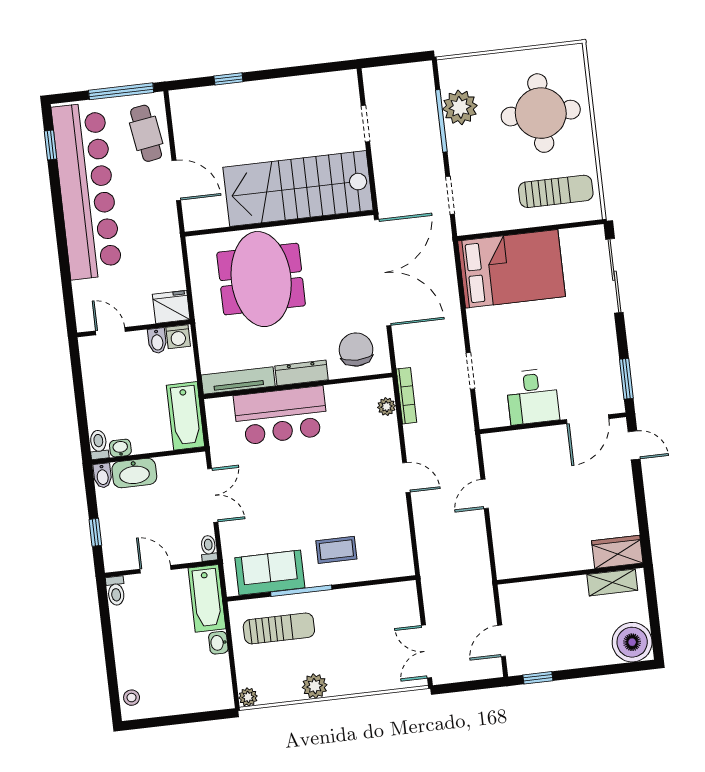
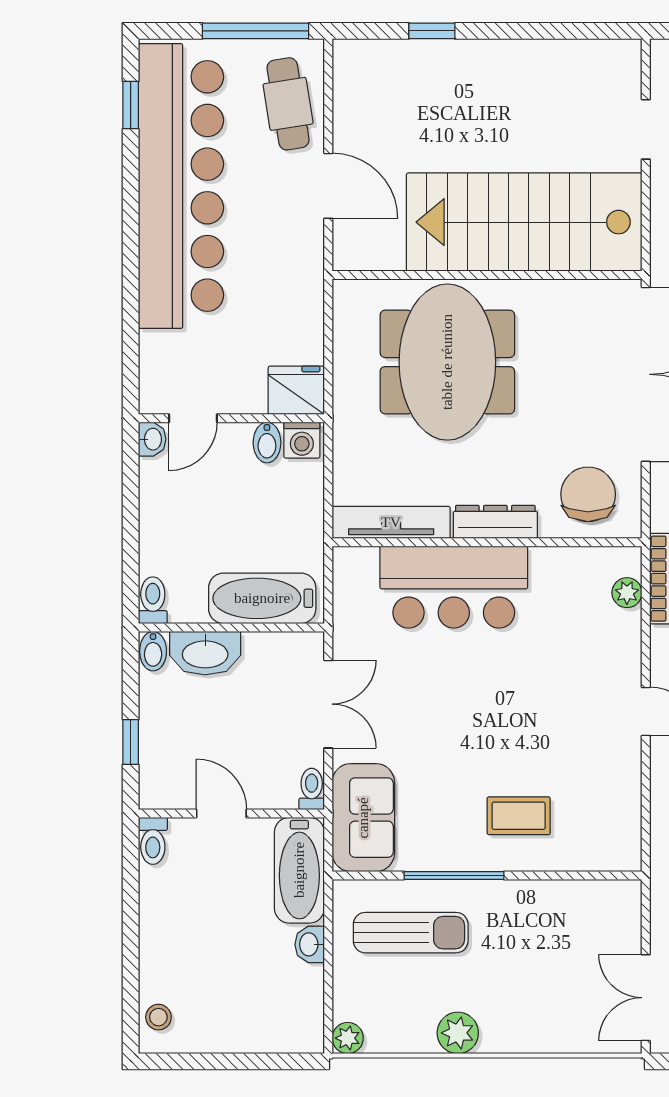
door: (110, 331) -> (193, 418), swing flipped
bathtub: (186, 416) -> (262, 598), moved, turned 90
washbasin: (120, 448) -> (152, 439), moved, turned 90
sofa: (270, 573) -> (363, 818), moved, turned 90

